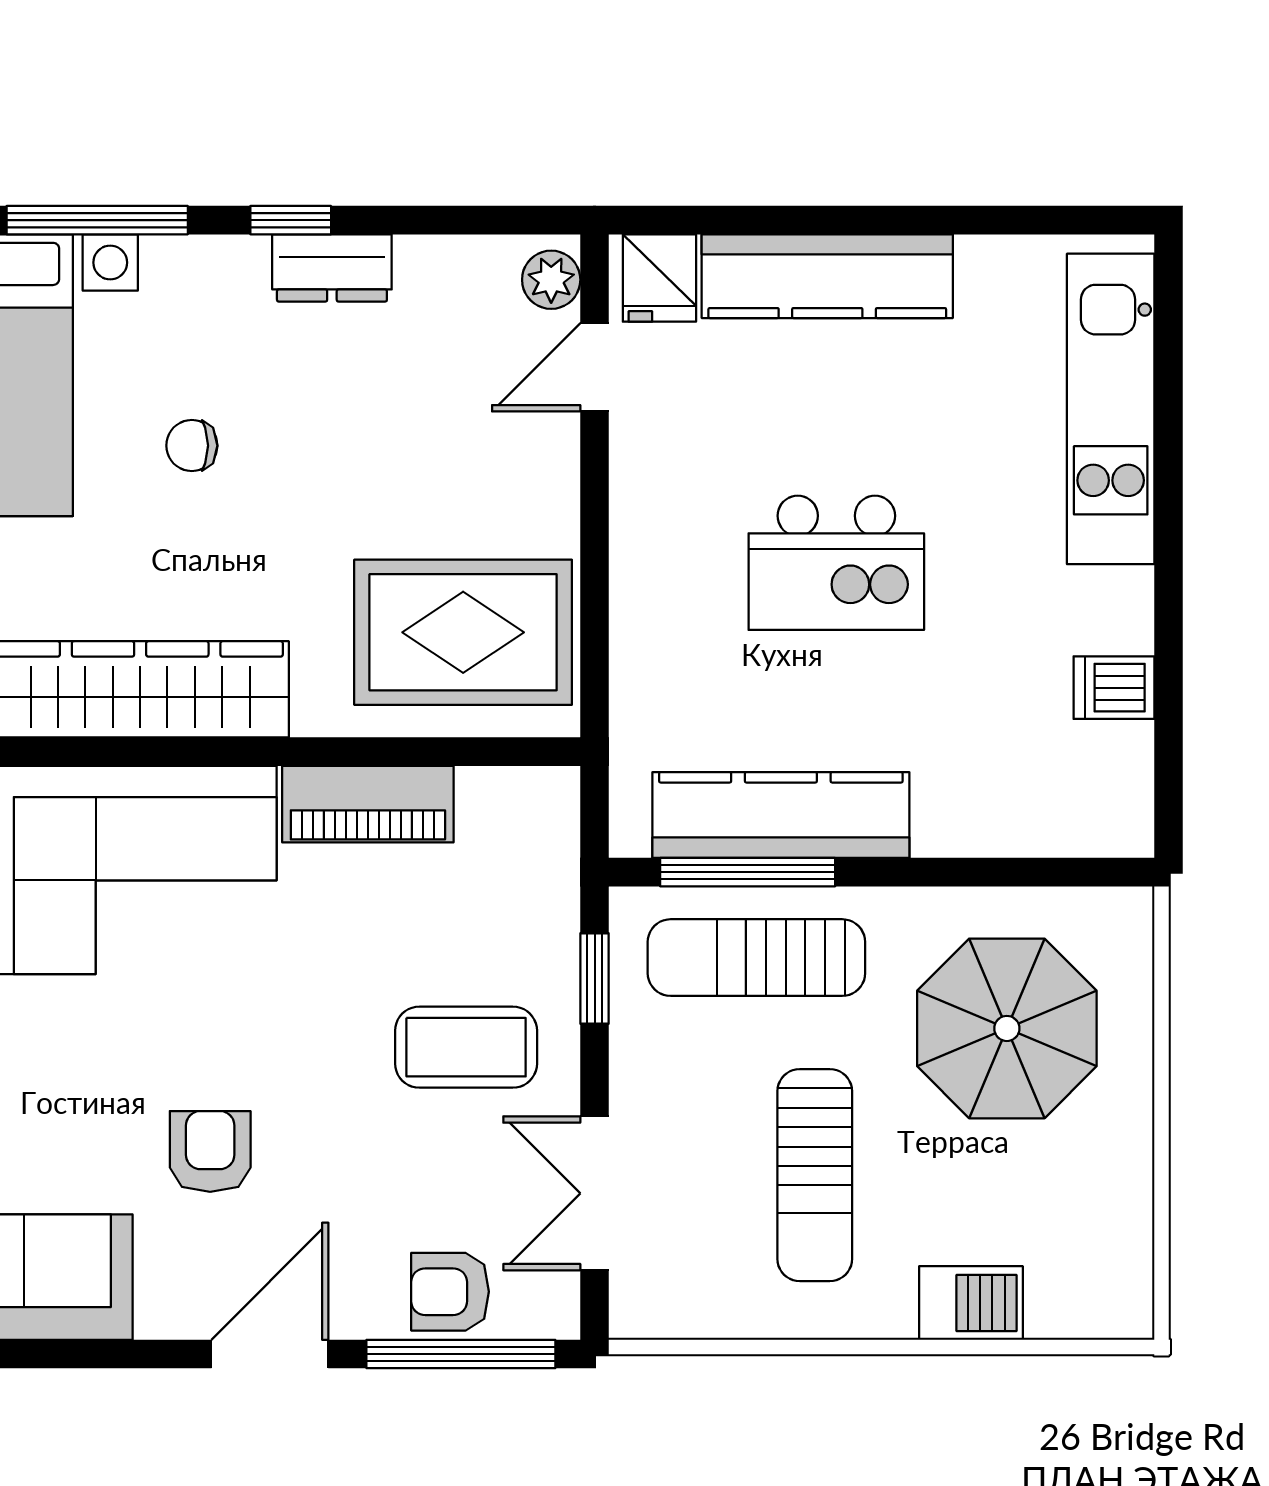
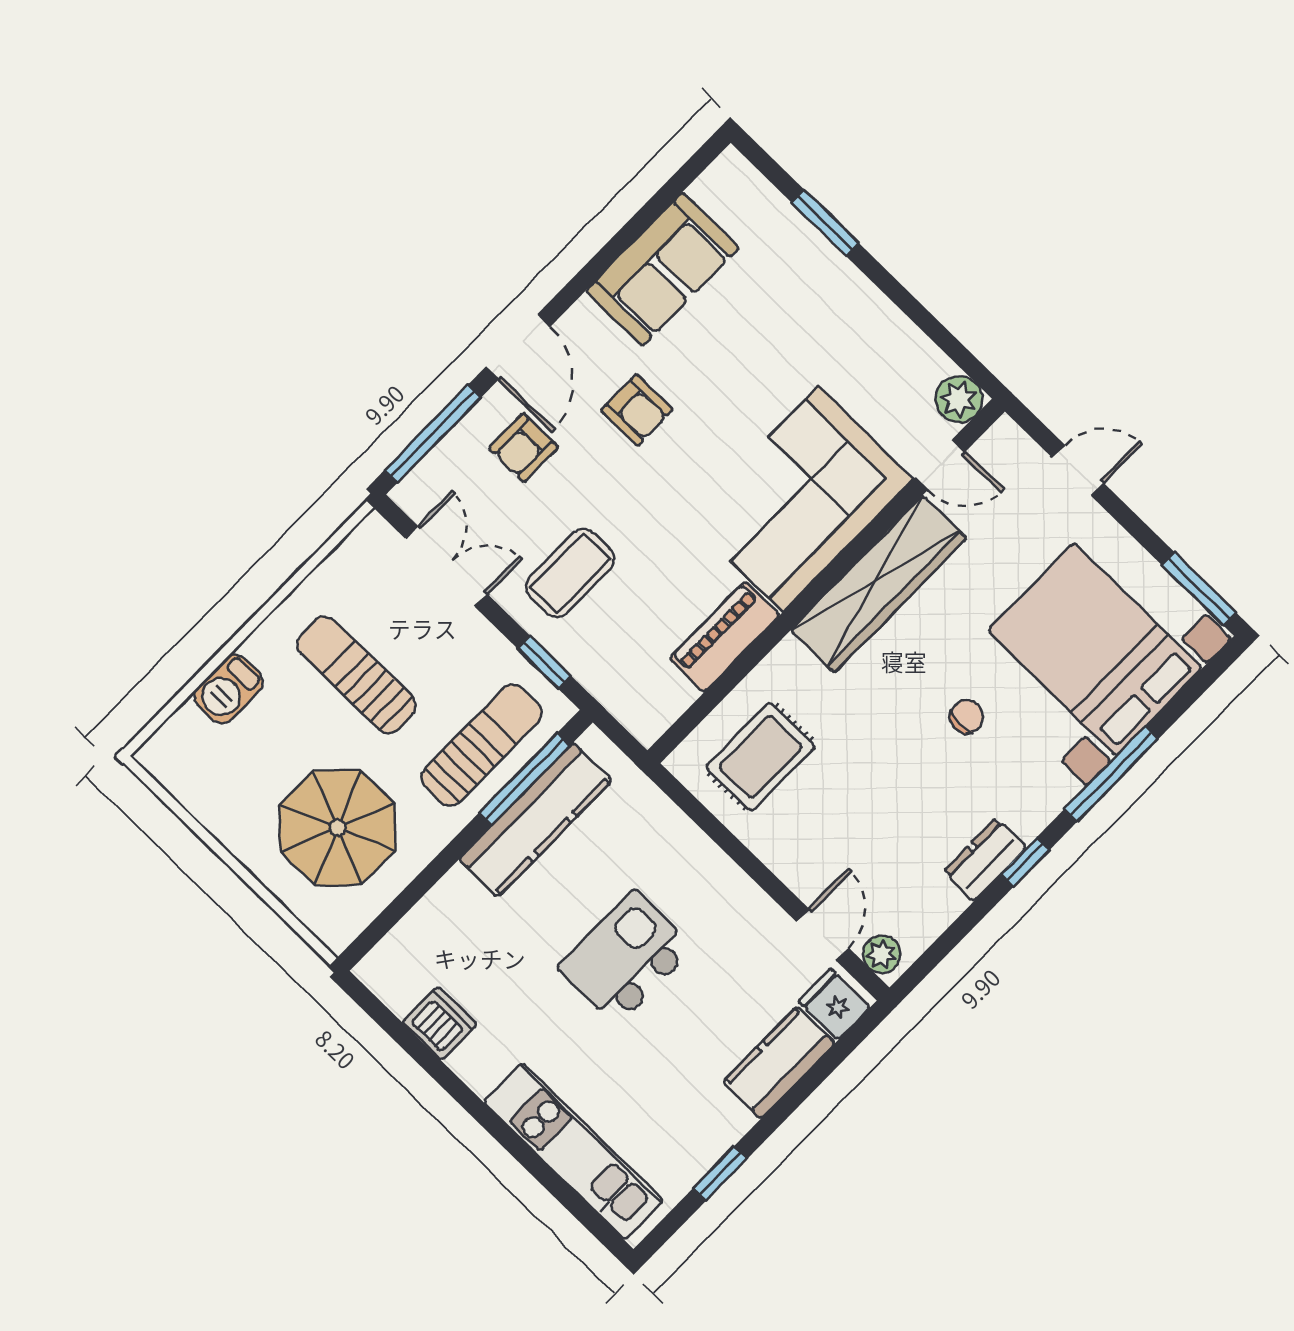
window: (975, 220) -> (720, 1173), added
kitchen counter: (827, 276) -> (779, 1062), width x0.67
rug: (463, 632) -> (761, 757), width x0.73, depth x0.70
dishwasher: (1114, 688) -> (440, 1023), width x1.38
armchair: (450, 1292) -> (523, 448), moved, turned 180

